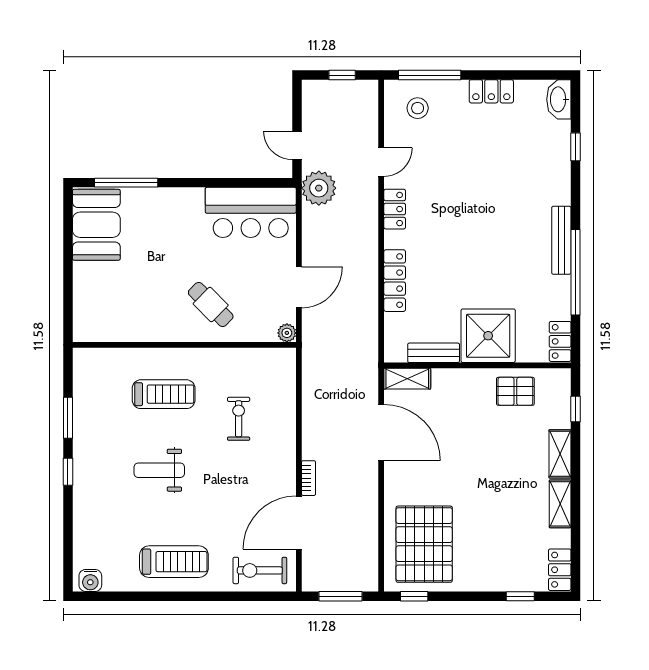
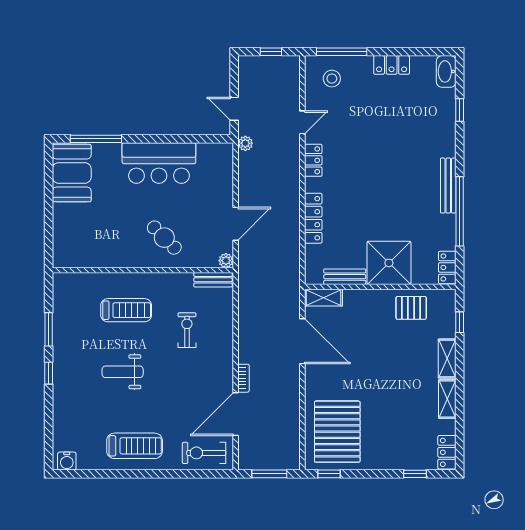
plant: (319, 188) -> (245, 143), width x0.53, depth x0.53
bar counter: (251, 212) -> (159, 163), moved
bench: (271, 357) -> (213, 280), added

